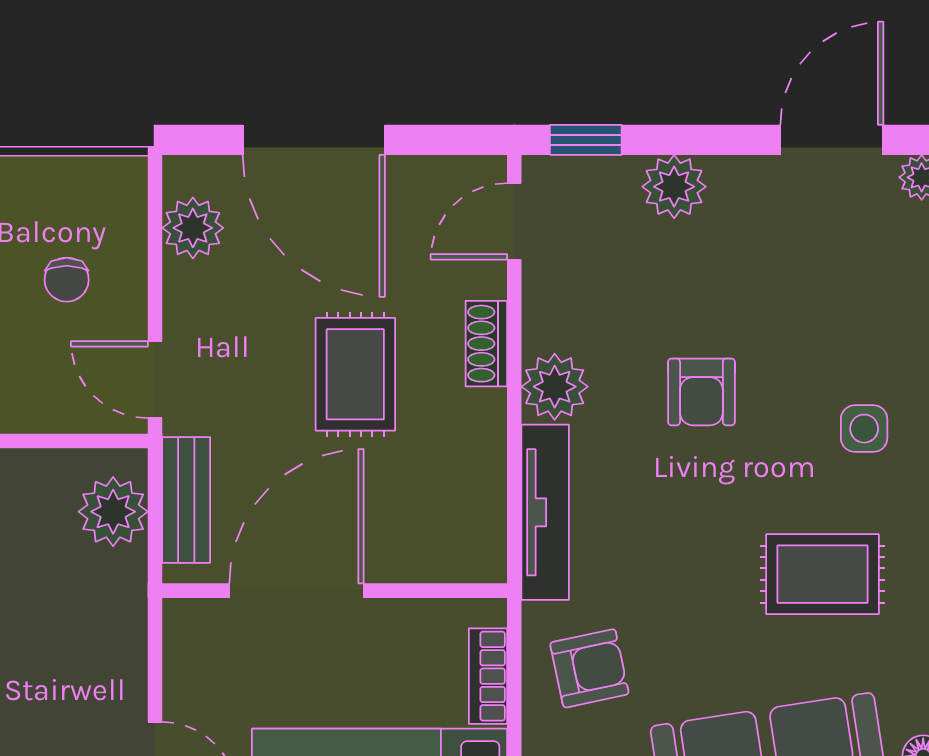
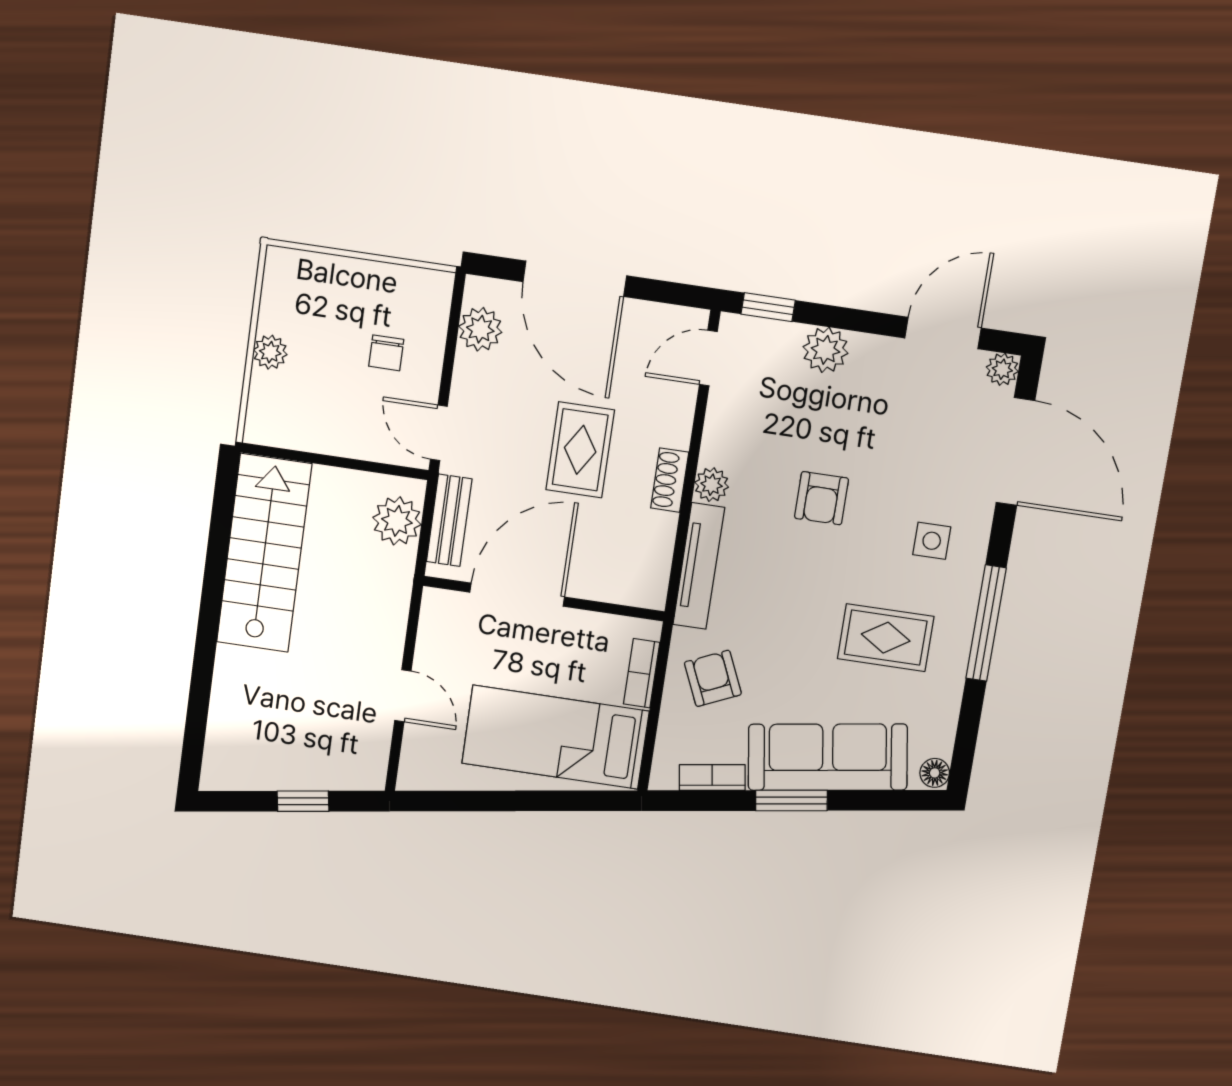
shoe rack: (486, 344) -> (670, 480), moved
plant: (555, 387) -> (712, 485), width x0.73, depth x0.73
armchair: (589, 668) -> (713, 678), turned -102

